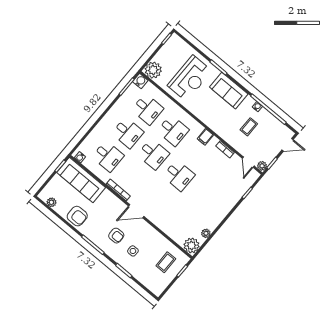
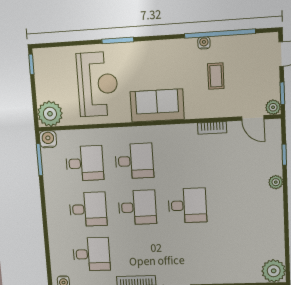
sofa: (229, 91) -> (157, 106), moved, turned 180
filing cabinet: (205, 137) -> (177, 135), removed
plant: (206, 233) -> (276, 182), moved

